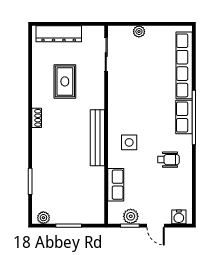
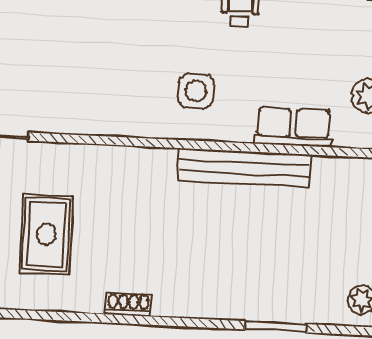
rug: (65, 81) -> (46, 234), turned 90
bench: (97, 138) -> (244, 168), moved

